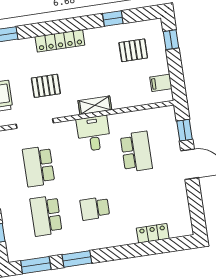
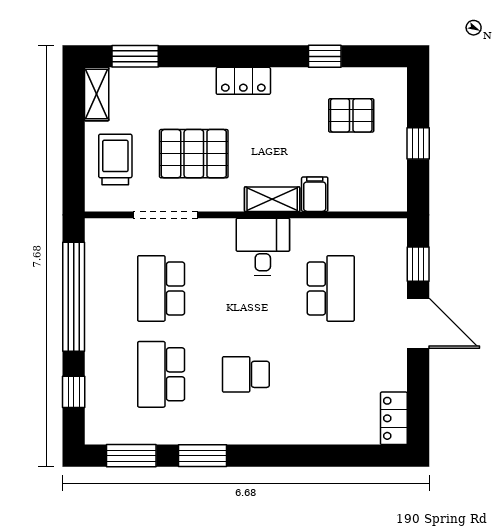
window: (171, 40) -> (418, 143), moved
locker: (60, 41) -> (243, 81), width x0.66
filing cabinet: (161, 83) -> (315, 194), moved, turned 90
pallet: (46, 86) -> (194, 154), width x1.50, depth x1.42
locker: (153, 233) -> (394, 418), moved, turned -90

